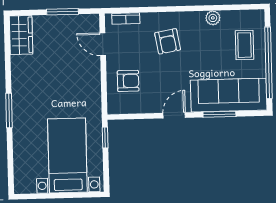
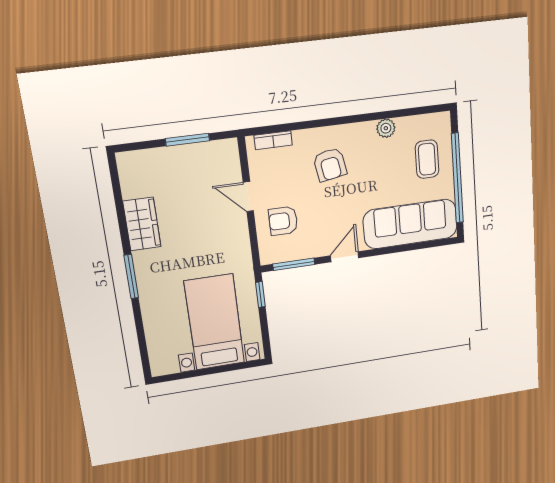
wardrobe: (21, 35) -> (142, 224), moved
door: (103, 44) -> (248, 197), moved
armchair: (128, 81) -> (283, 221), turned 180
window: (219, 114) -> (294, 264), moved

